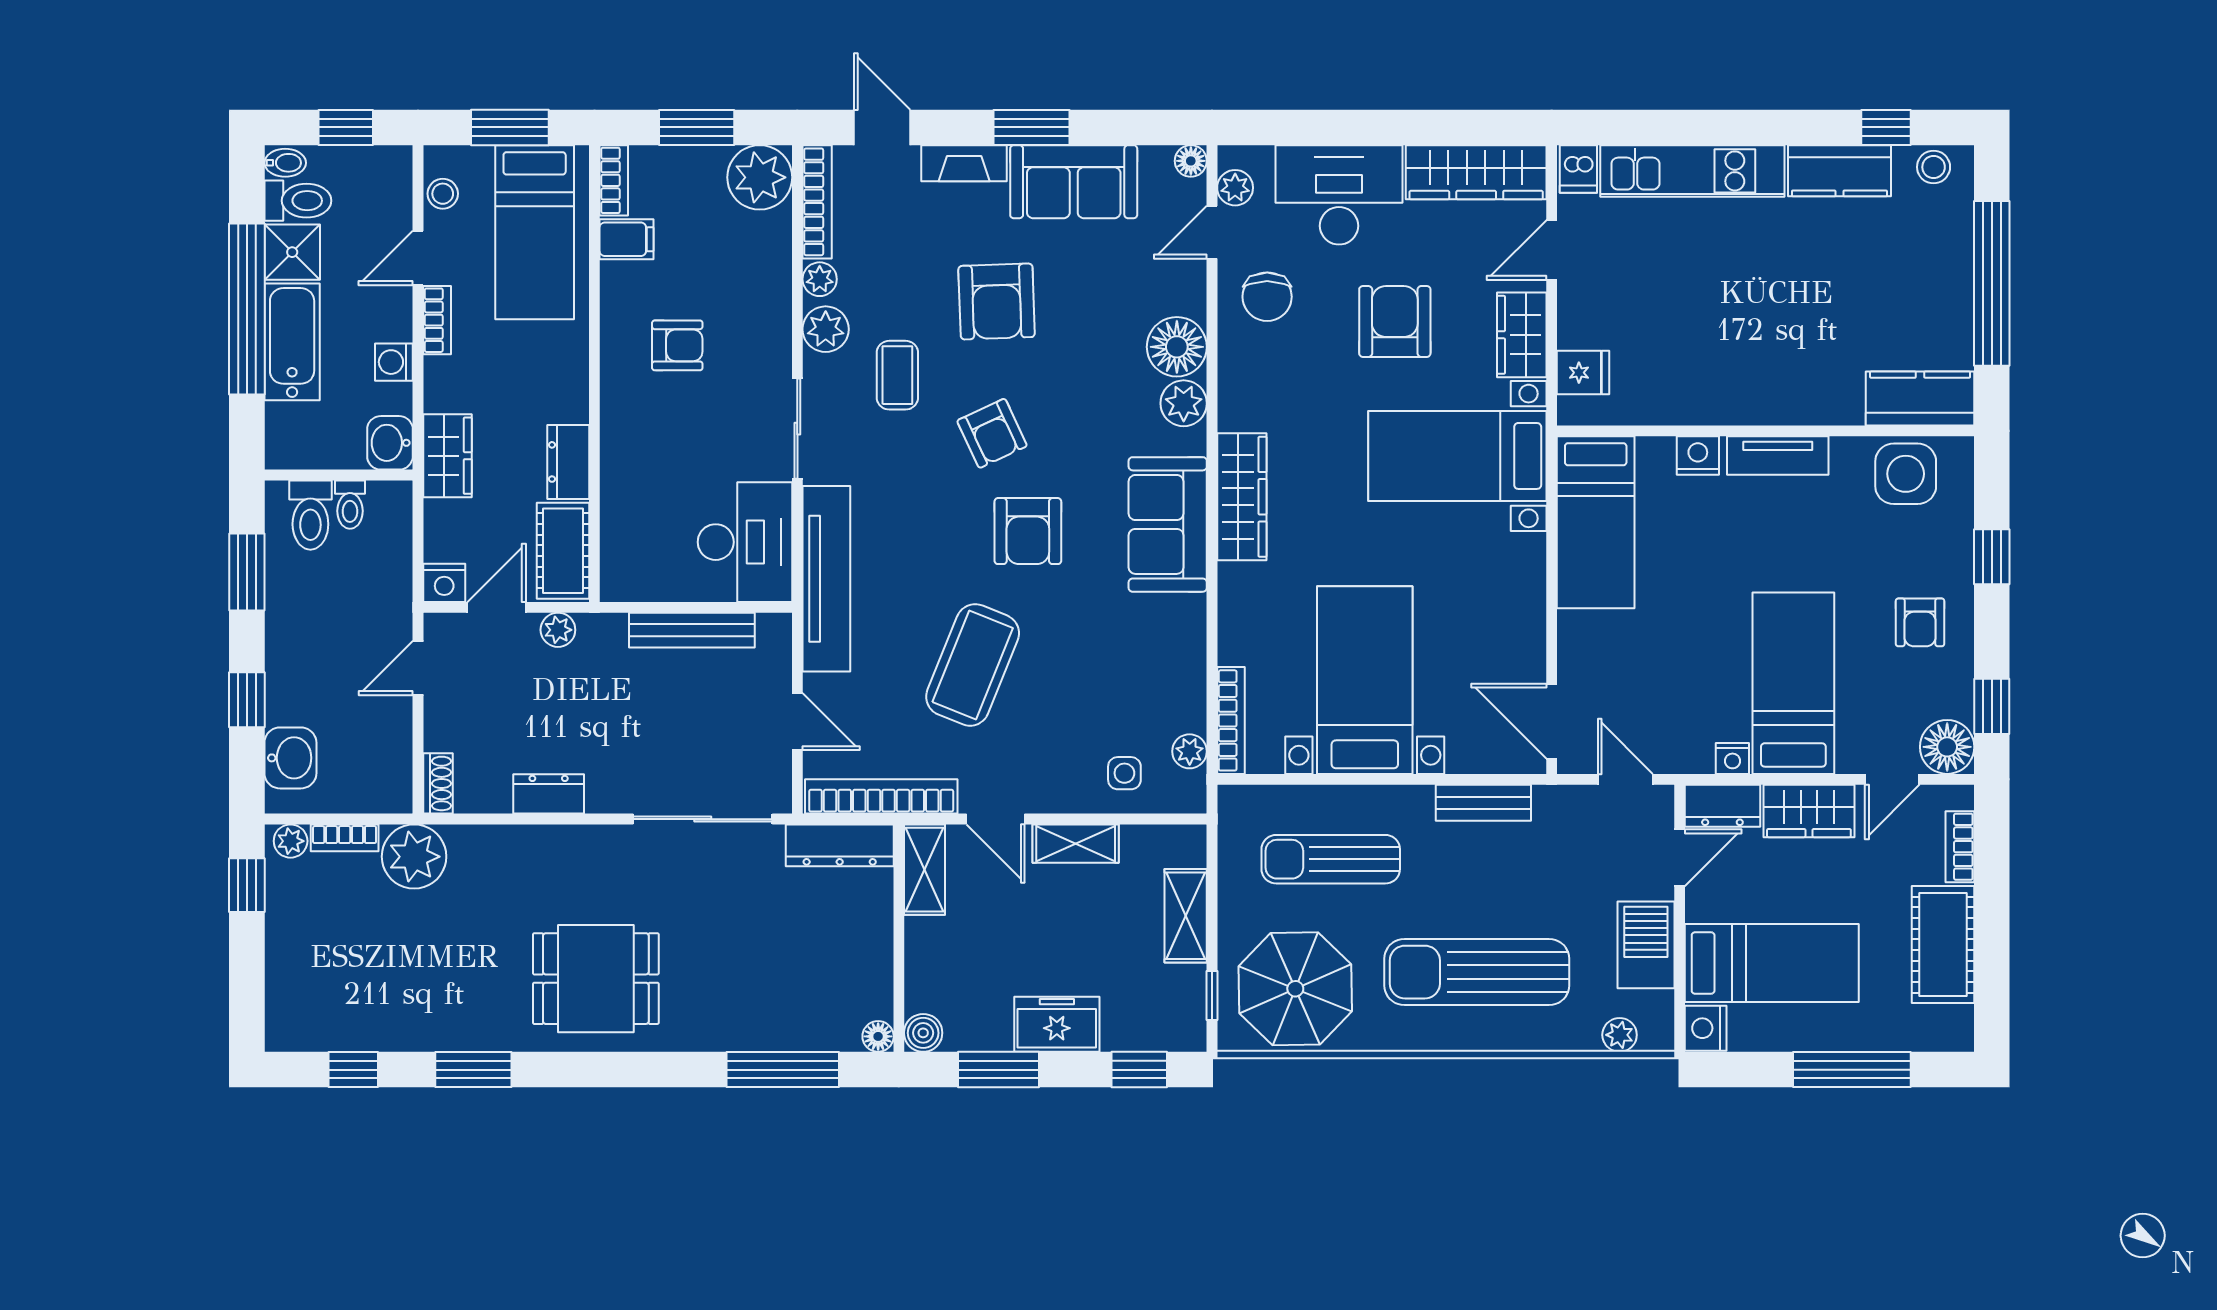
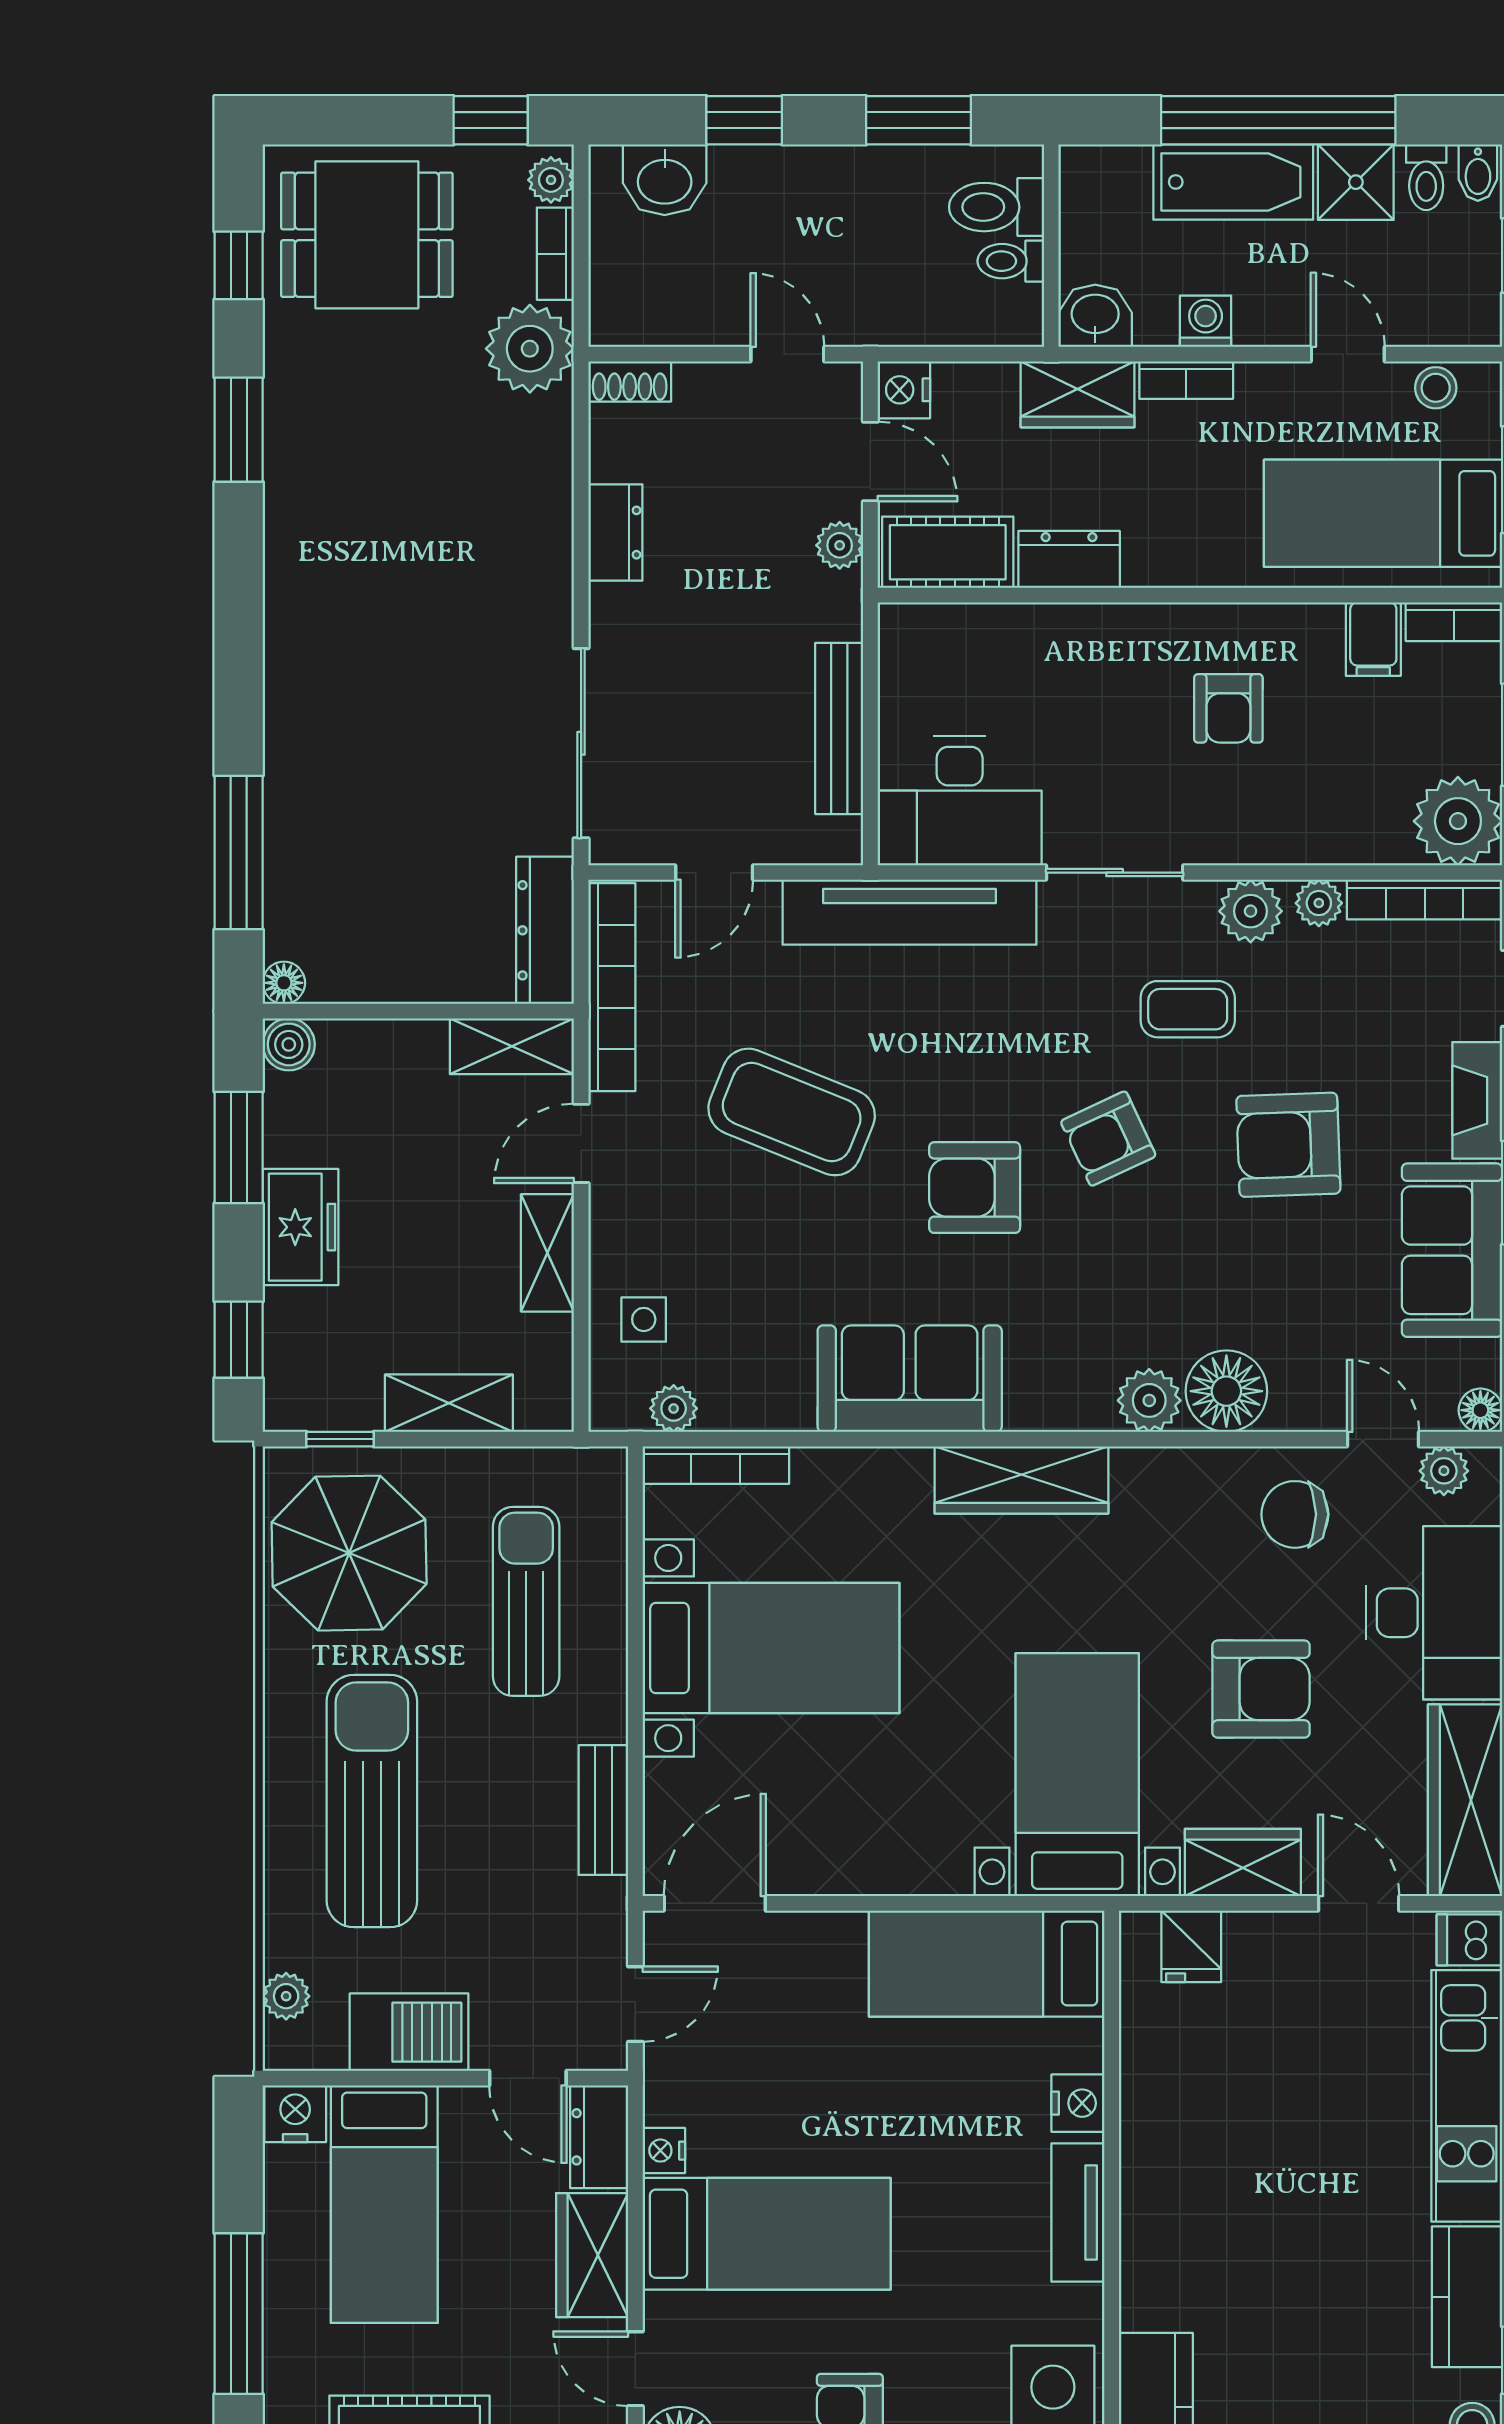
toilet: (298, 201) -> (1426, 177), width x0.73, depth x0.72
bookcase: (437, 320) -> (1186, 380), moved
sofa: (1168, 524) -> (910, 1379), moved
dining table: (596, 979) -> (367, 235), moved, turned 90

